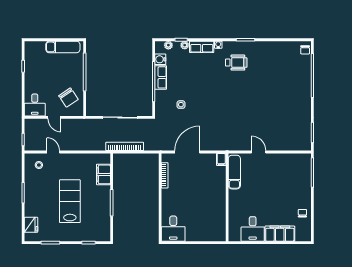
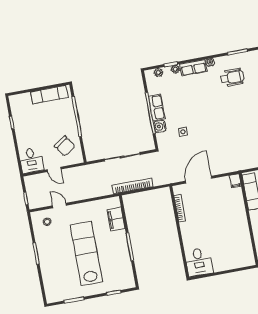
water cooler: (160, 59) -> (160, 126), moved
lab bench: (70, 201) -> (86, 253), width x1.36
fridge: (31, 225) -> (50, 285), removed

